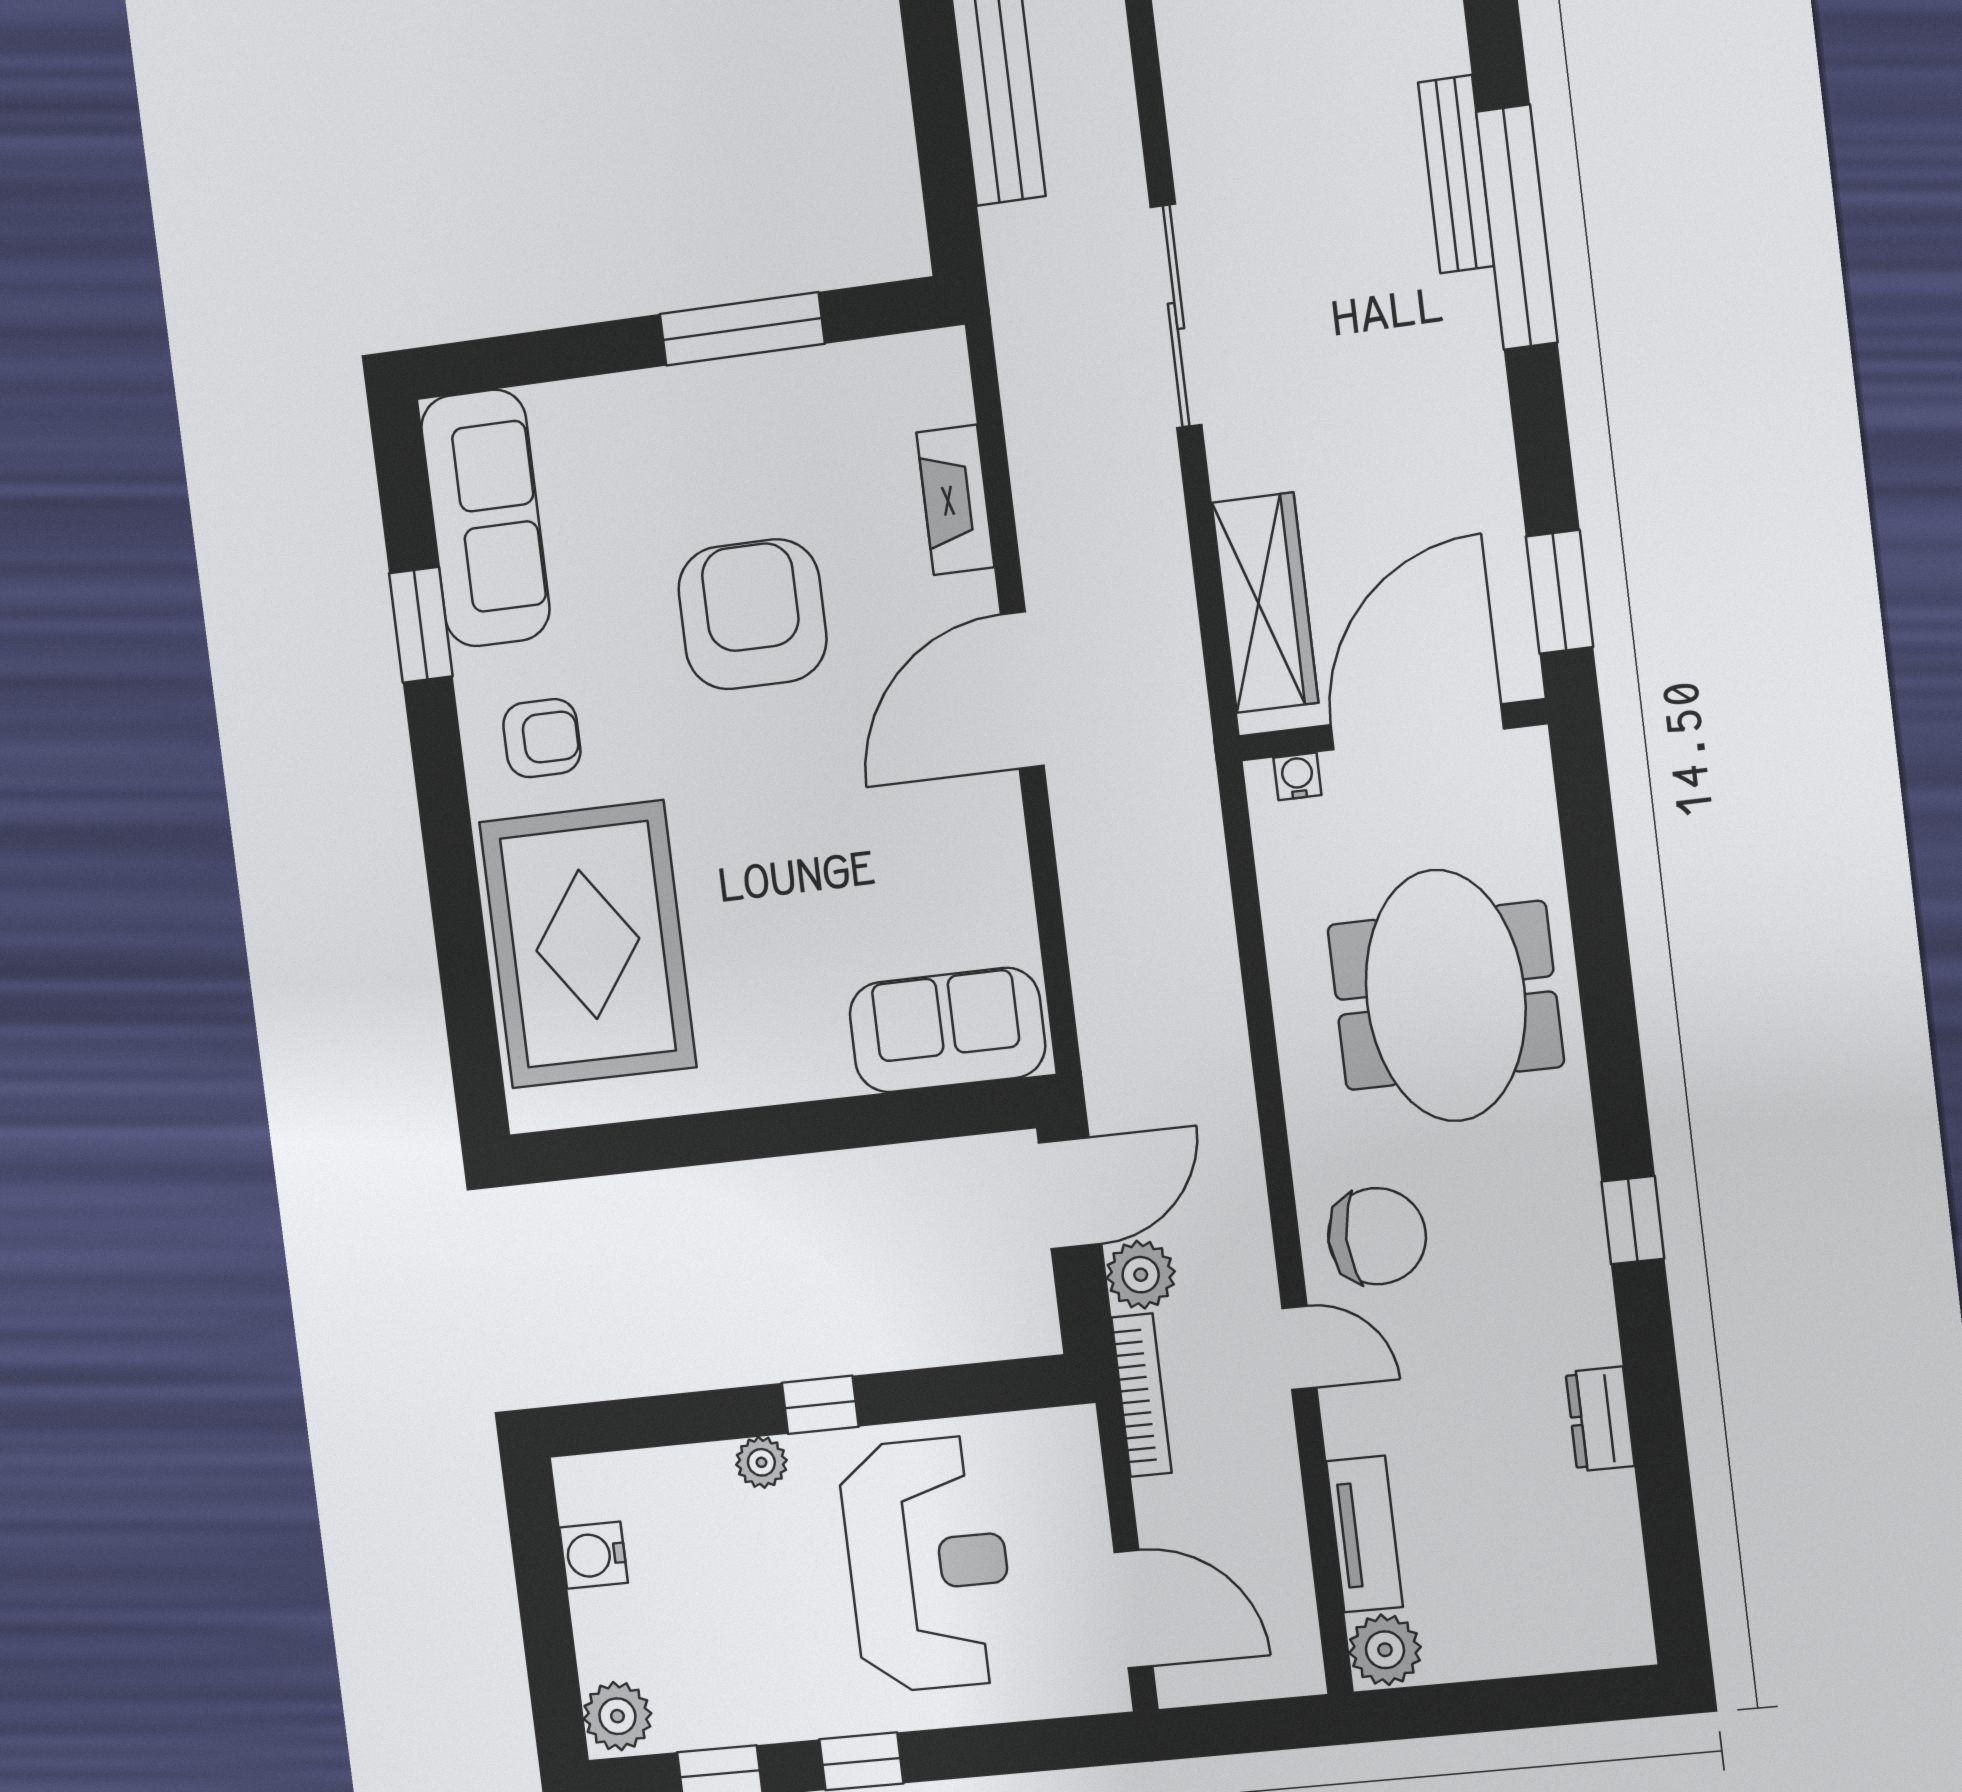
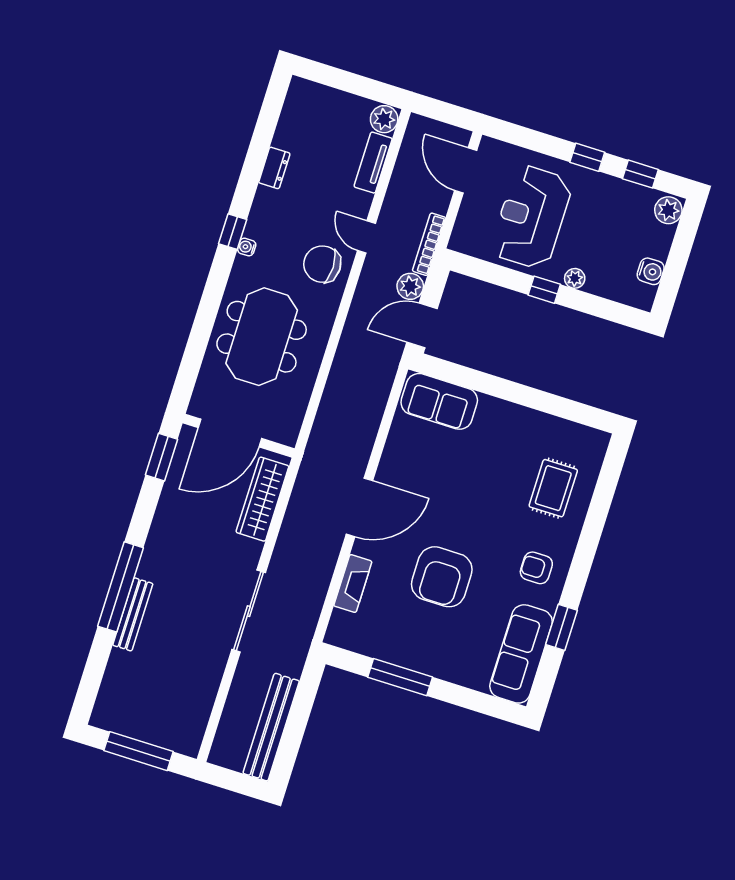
water cooler: (1297, 776) -> (247, 247), moved, turned 90
rug: (588, 944) -> (553, 488), width x0.54, depth x0.49

